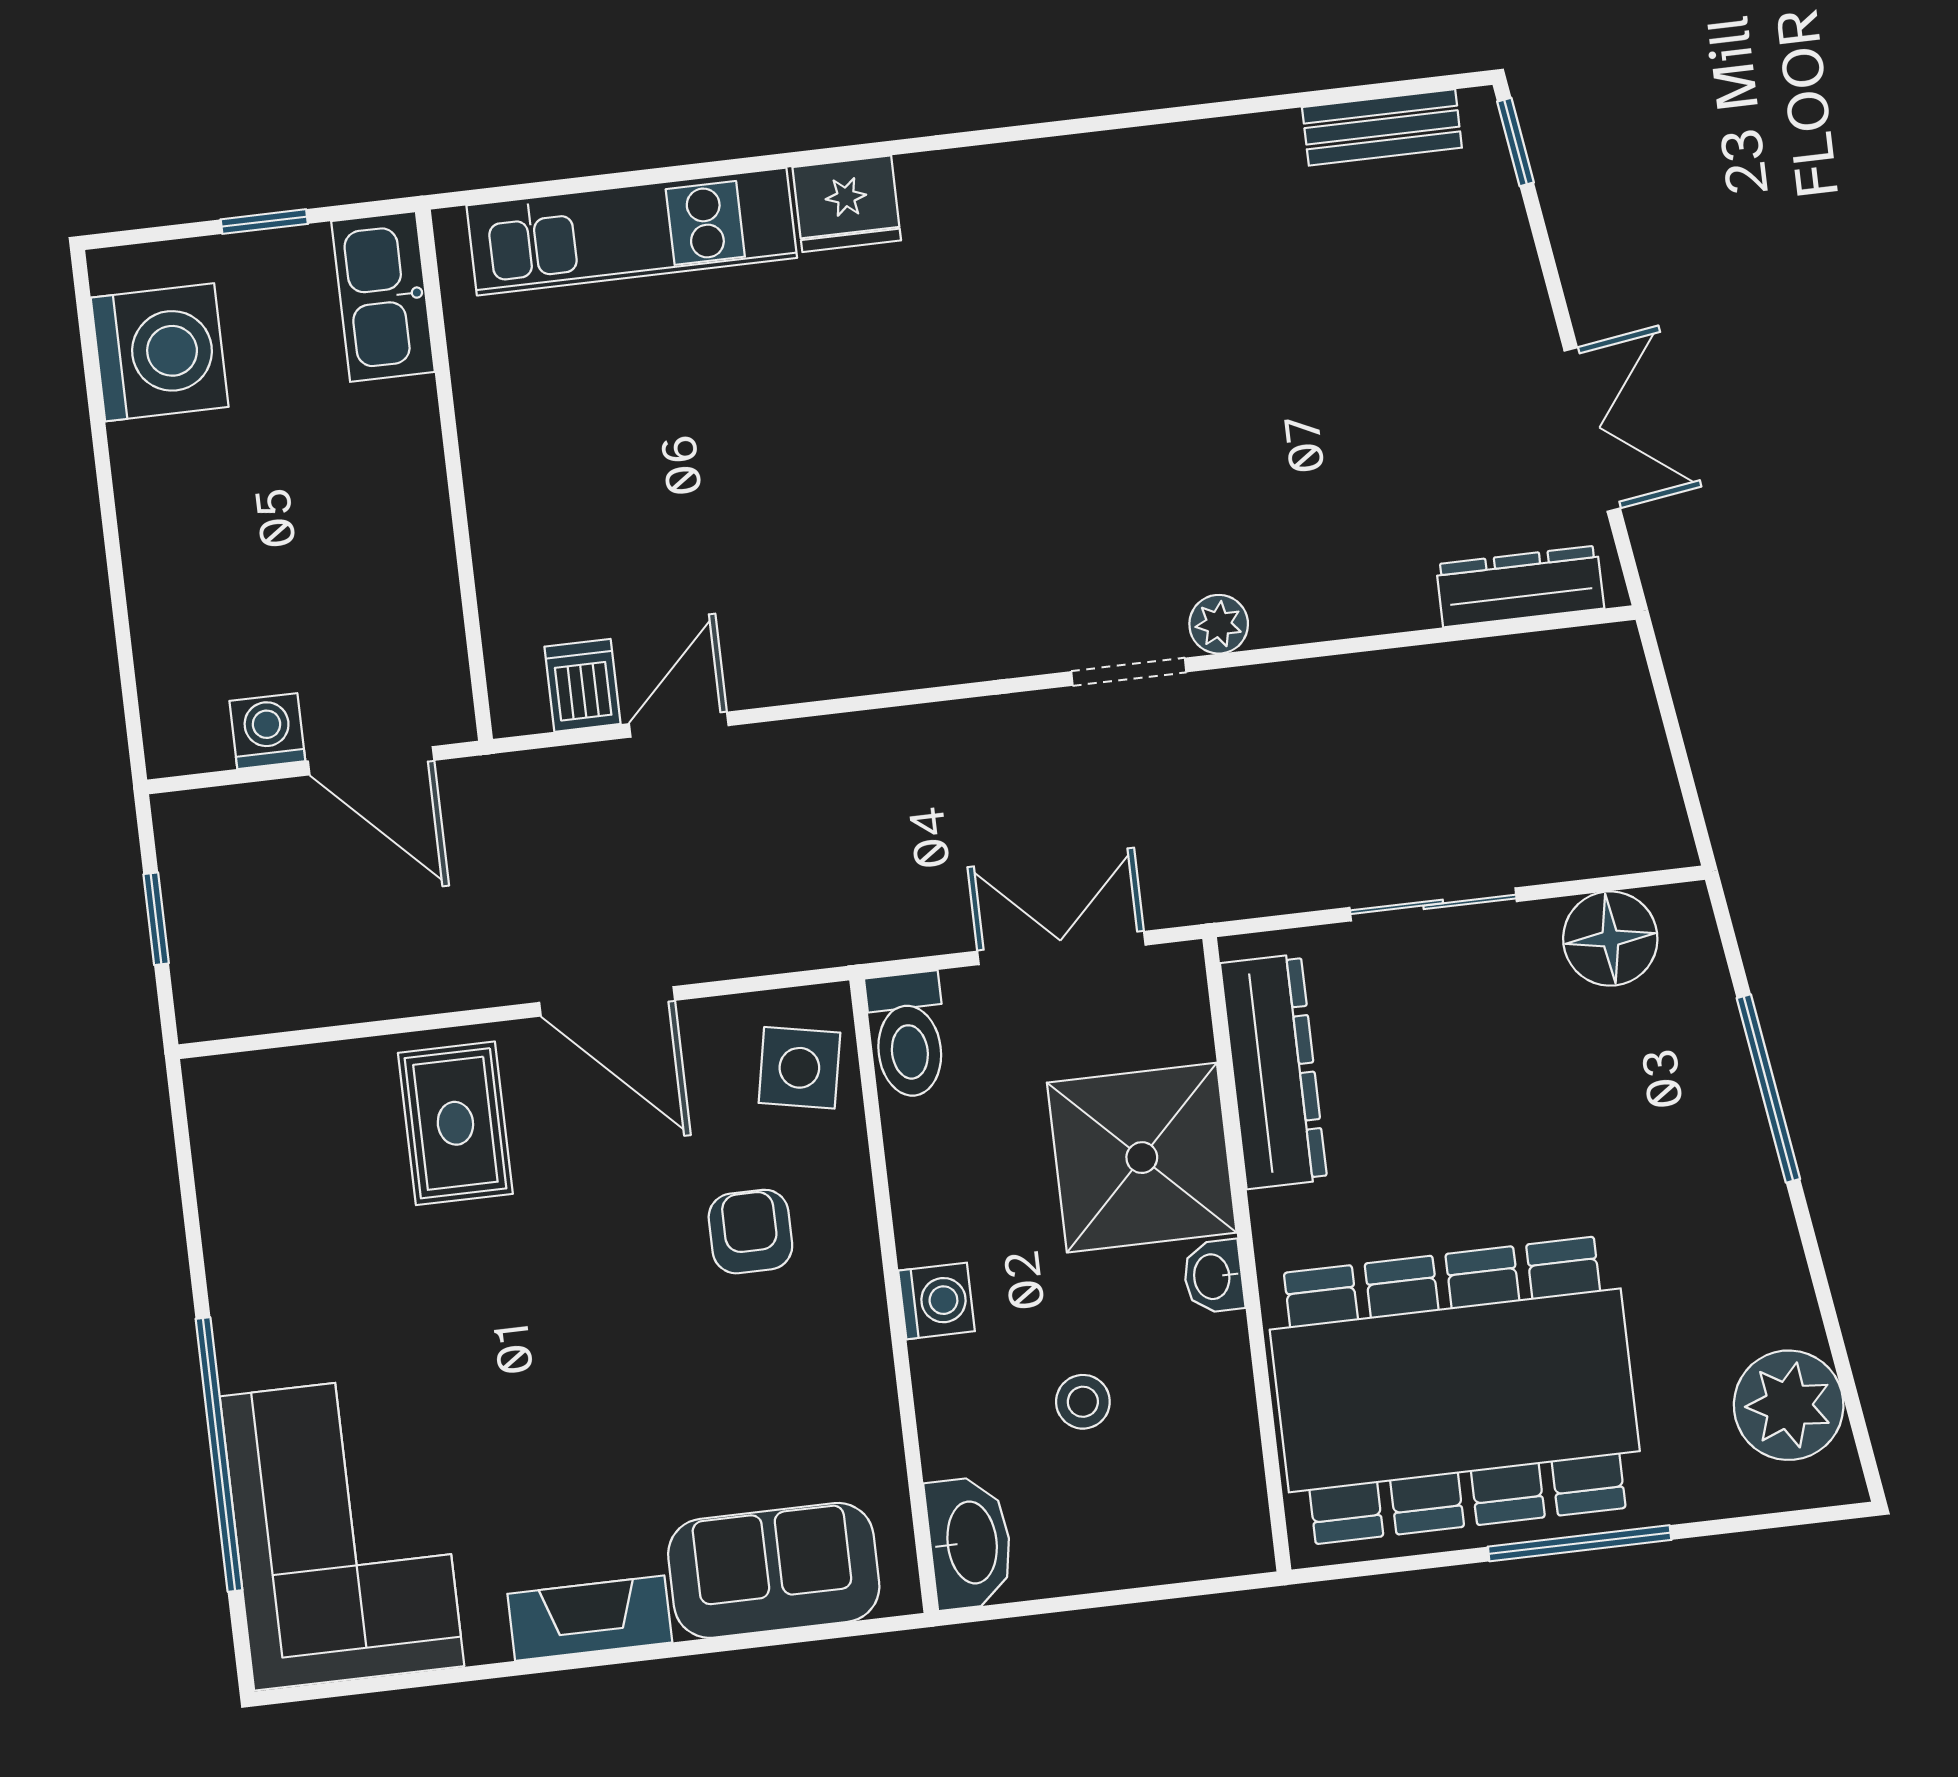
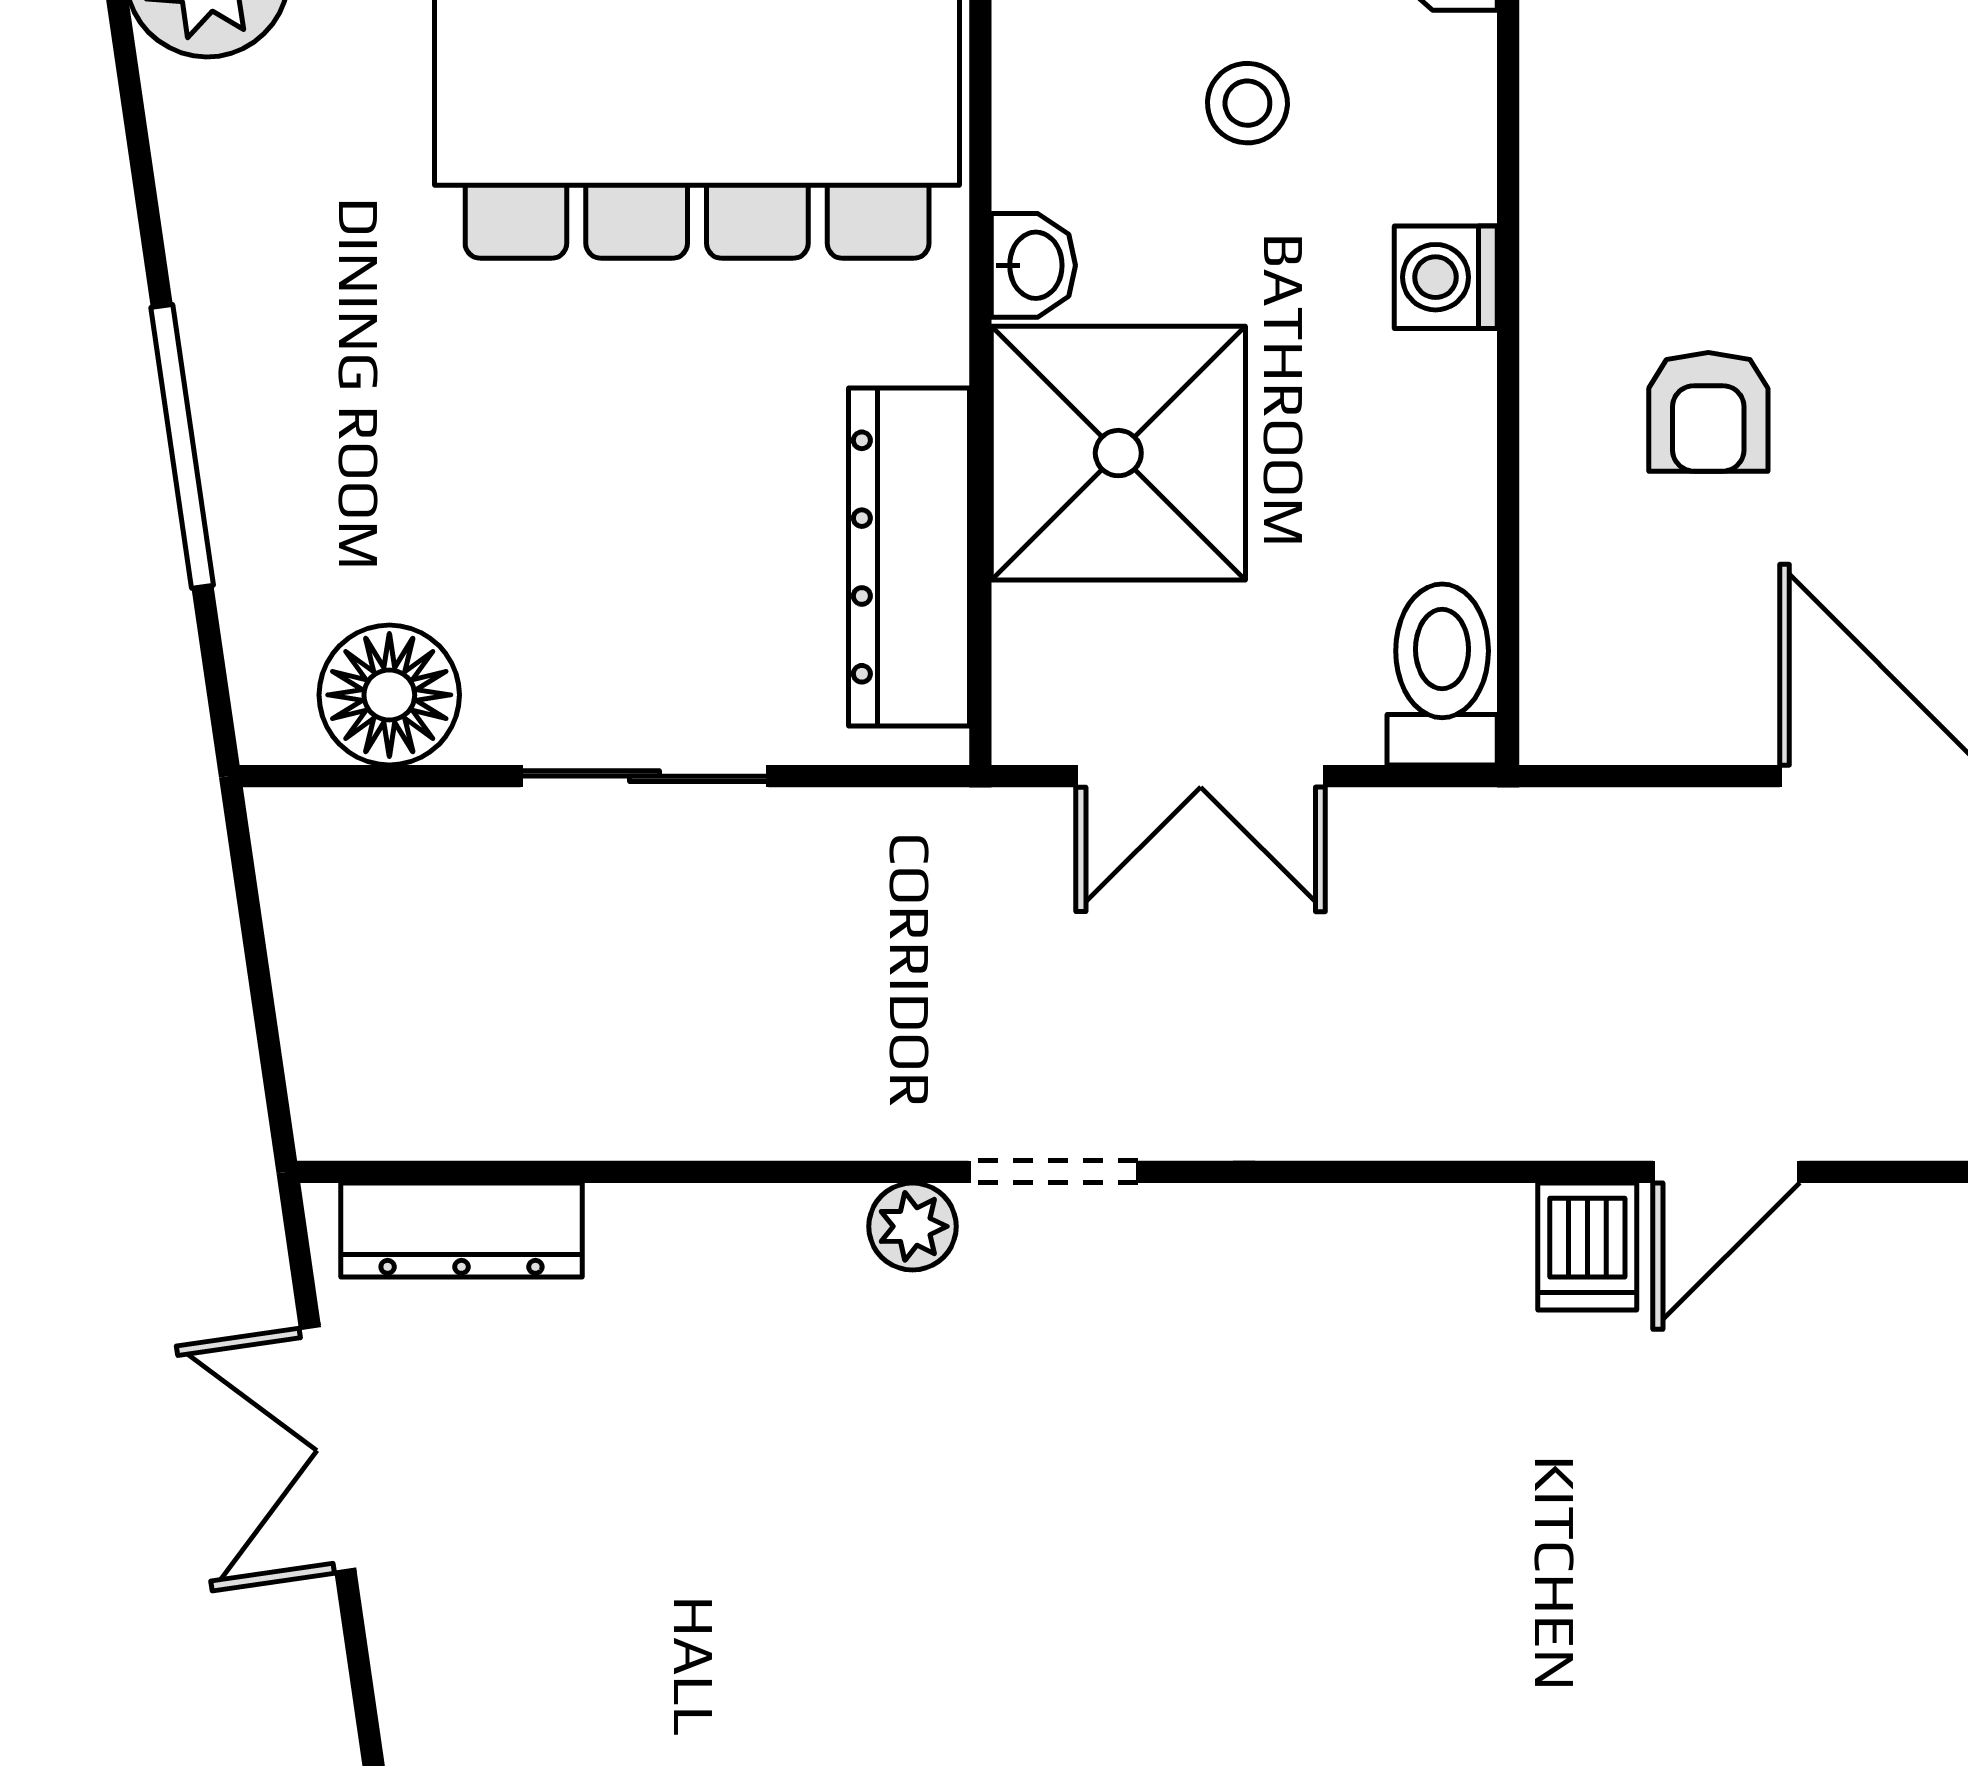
dishwasher: (582, 685) -> (1587, 1247), moved
side table: (799, 1068) -> (1608, 645), removed

